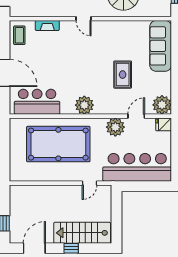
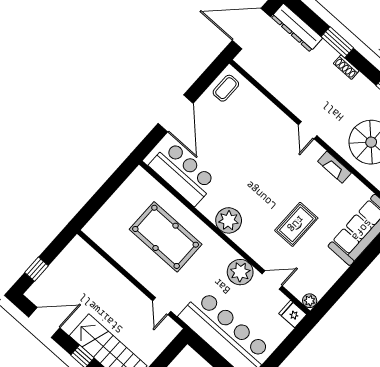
fireplace: (47, 25) -> (335, 167), moved
plant: (162, 105) -> (310, 301), width x0.53, depth x0.53
pool table: (58, 144) -> (166, 237), width x0.73, depth x0.76
door: (90, 183) -> (162, 306), hinge flipped

